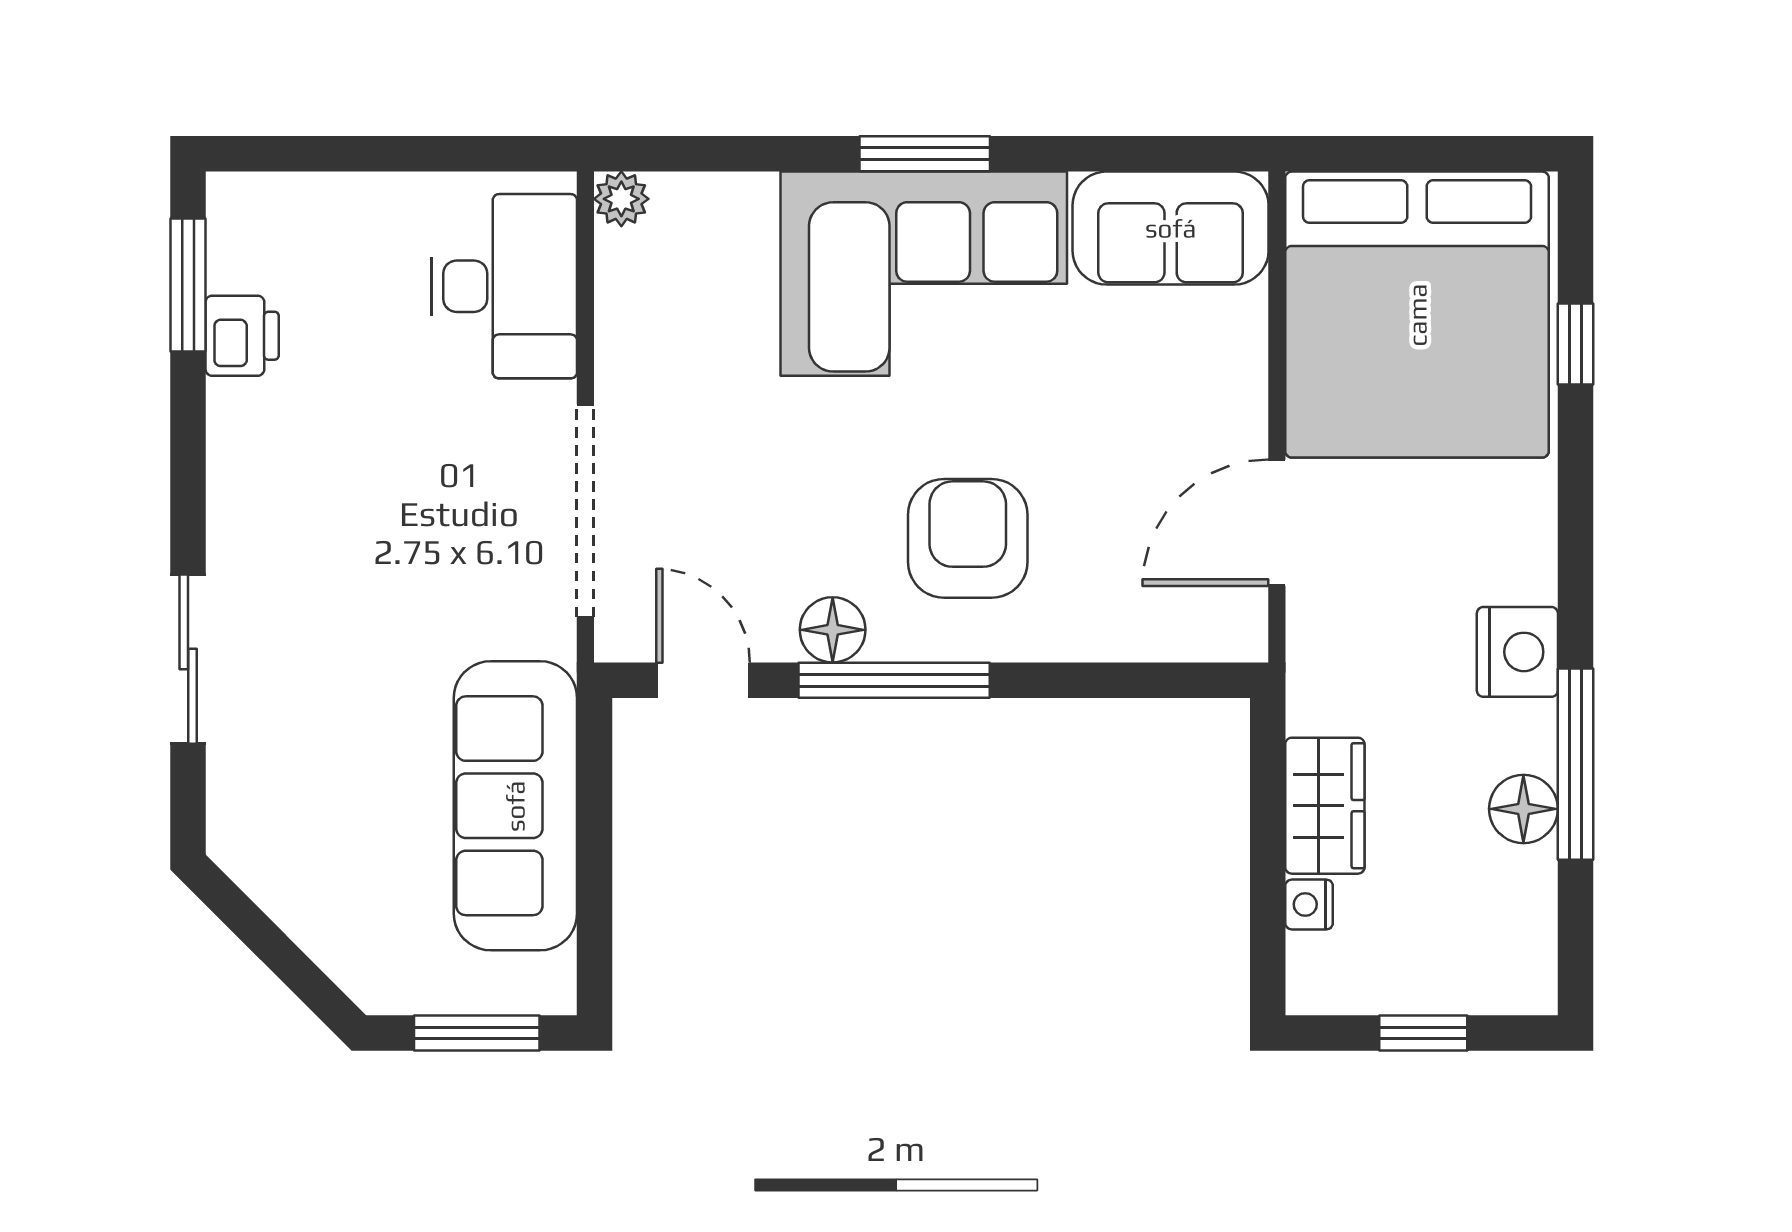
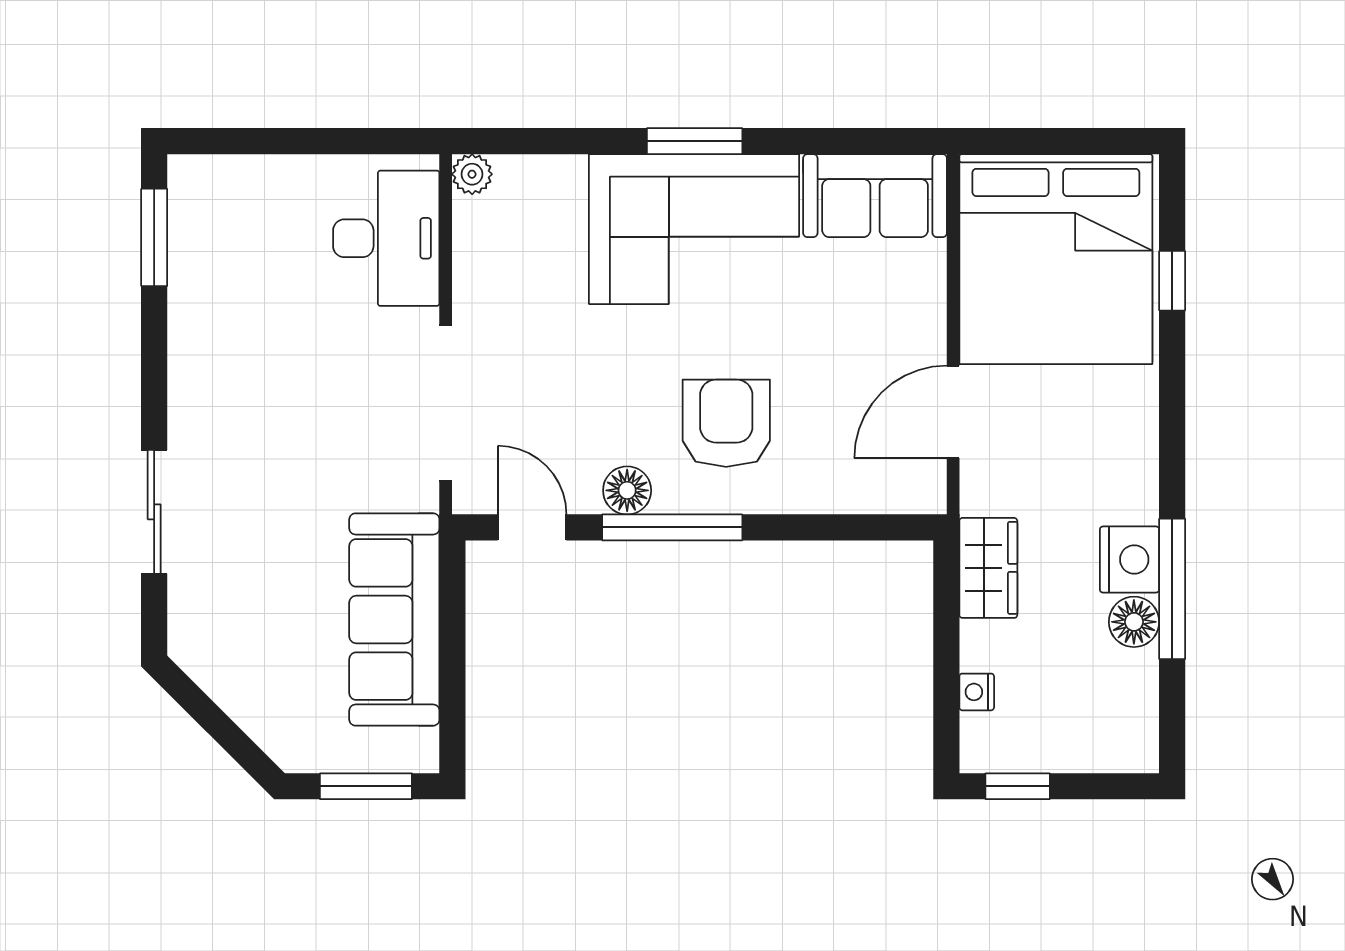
printer: (242, 336) -> (194, 275), removed
nightstand: (1517, 652) -> (1130, 560), moved
wardrobe: (1325, 806) -> (988, 568), moved
window: (1423, 1033) -> (1018, 786), moved

